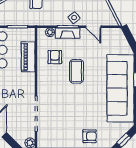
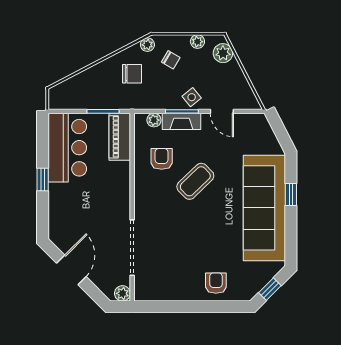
piano: (28, 57) -> (120, 137), moved
coffee table: (76, 71) -> (195, 181), turned 46
armchair: (90, 136) -> (216, 283), turned -90

